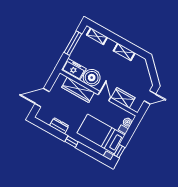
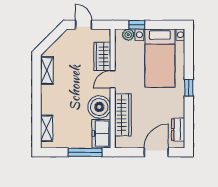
window: (73, 43) -> (85, 152), moved
shelving: (124, 52) -> (47, 70), moved
door: (42, 98) -> (156, 152), swing flipped
dresser: (59, 126) -> (178, 130), moved
window: (119, 151) -> (137, 25), moved

